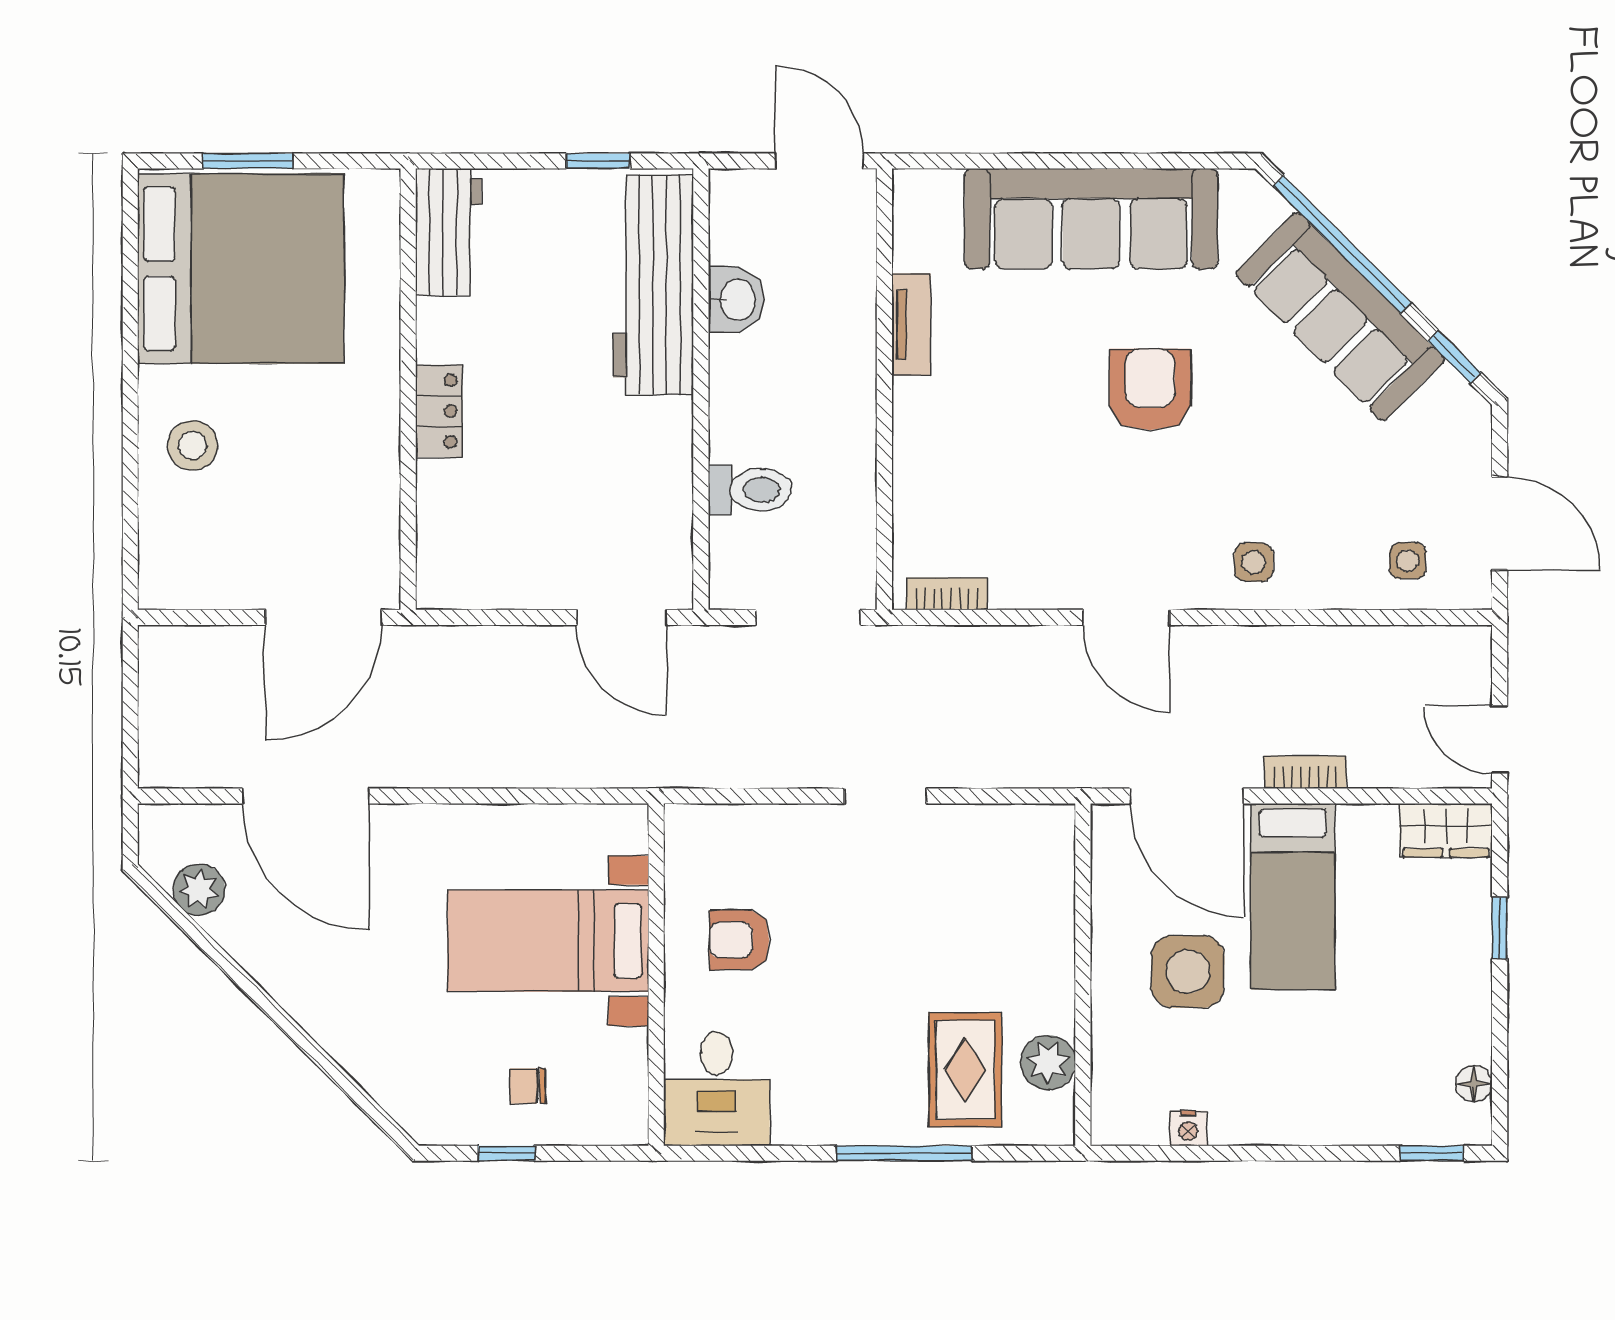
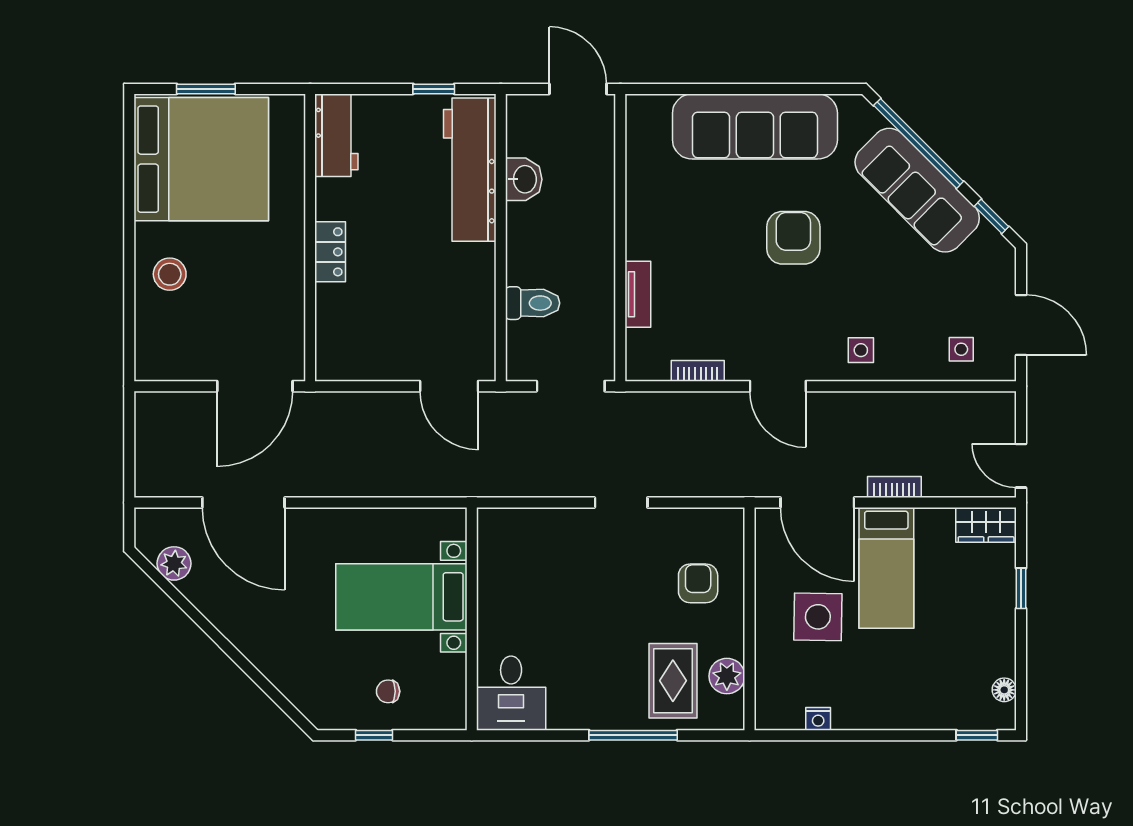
tv unit: (911, 324) -> (638, 294), moved
bookcase: (947, 594) -> (698, 371), moved
armchair: (739, 940) -> (698, 583), moved, turned 90

